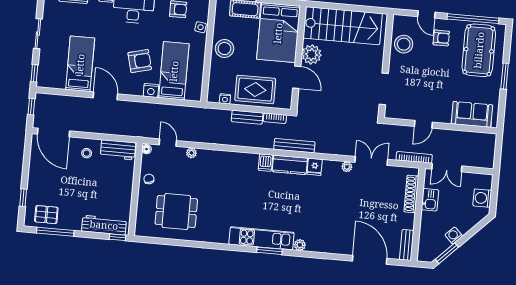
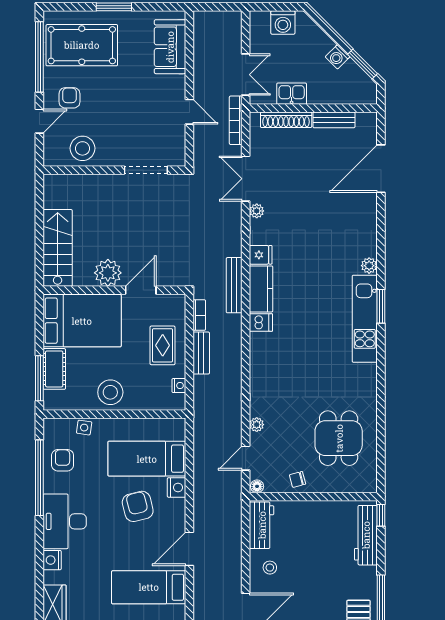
stairs: (343, 26) -> (58, 248), width x0.73, depth x0.66
rug: (255, 90) -> (163, 345), width x0.73, depth x0.70
bench: (407, 245) -> (334, 120), moved

